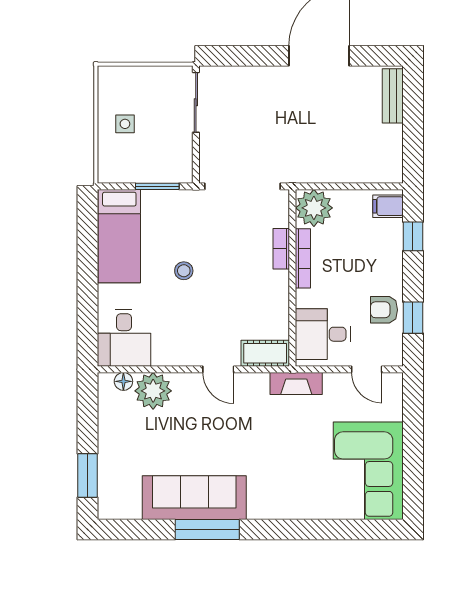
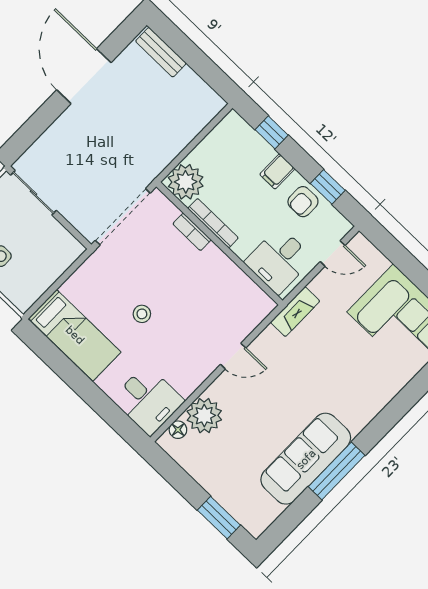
window: (157, 186) -> (66, 276), removed
filing cabinet: (388, 206) -> (277, 171), moved
cot: (265, 353) -> (253, 313), removed

